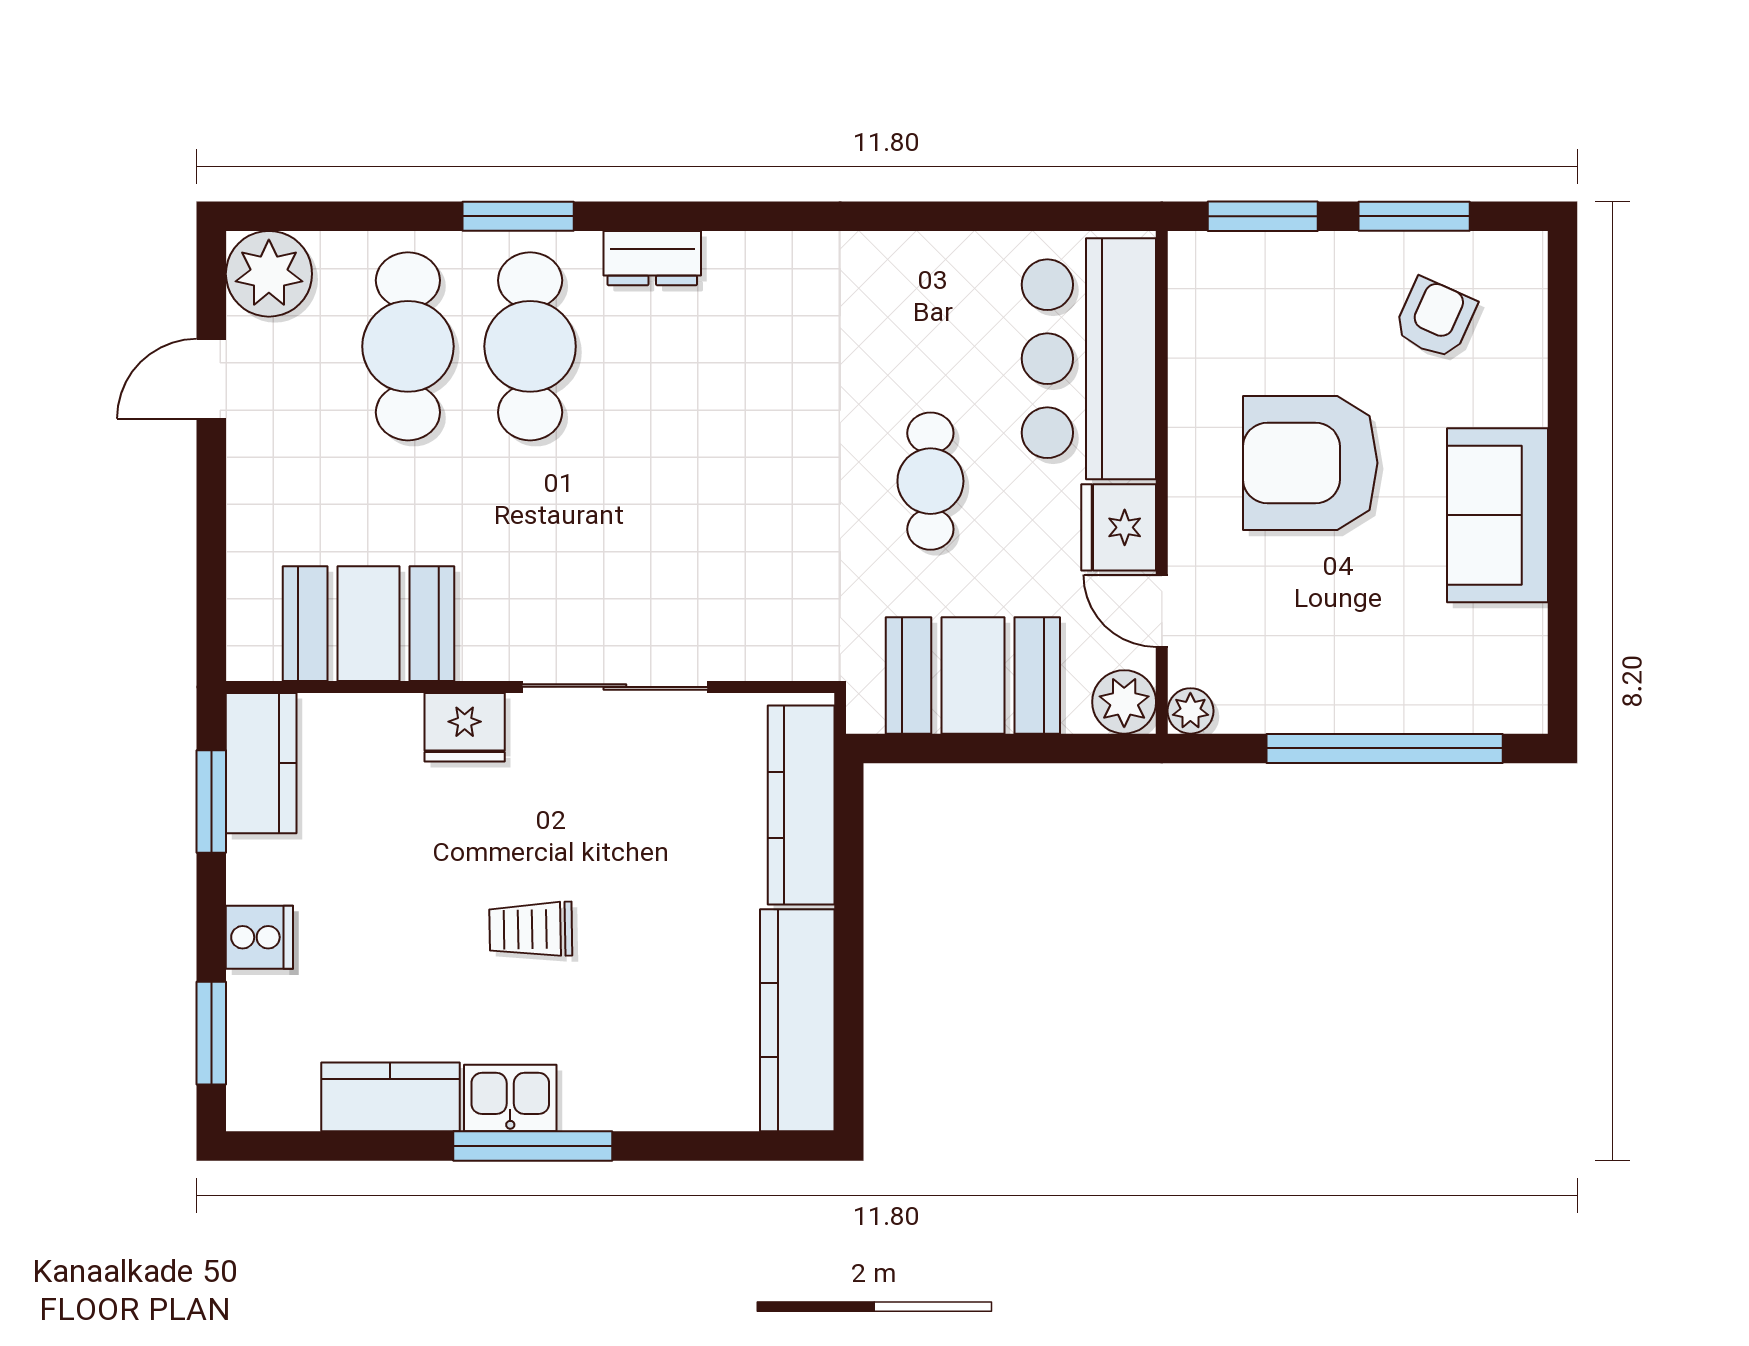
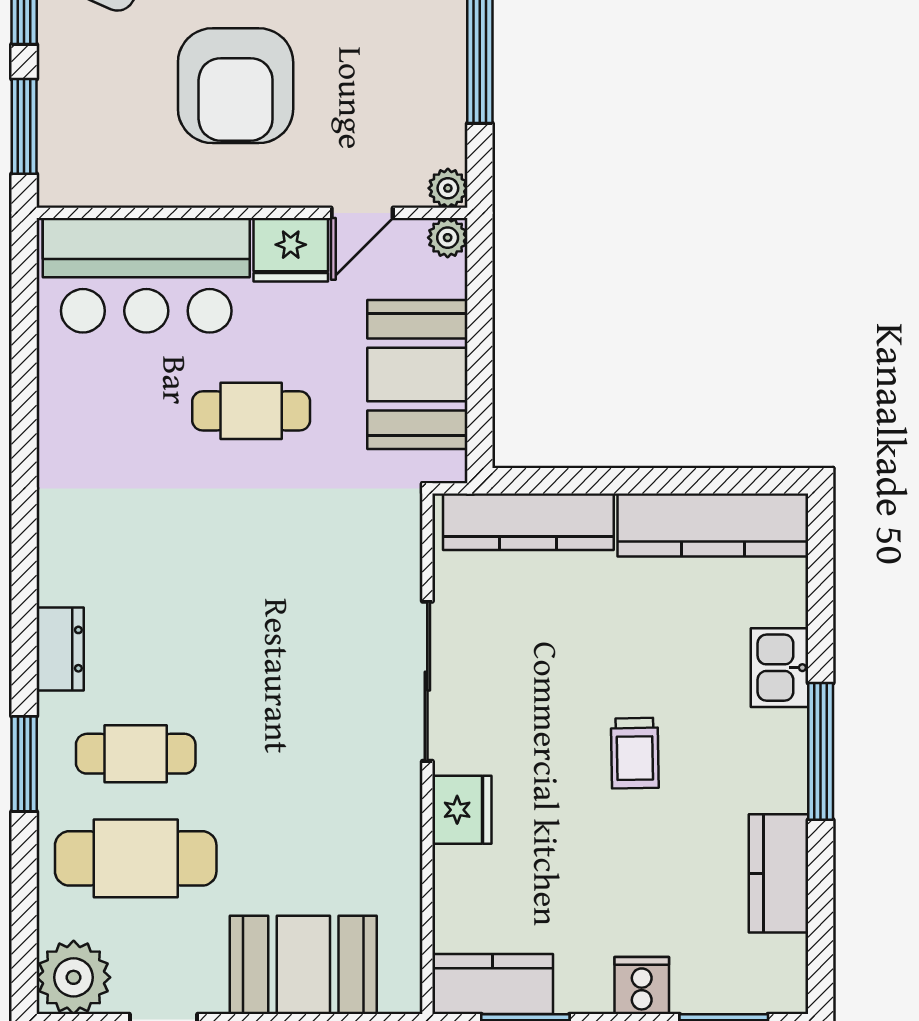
cafe table: (530, 346) -> (136, 754), width x0.73, depth x0.74
booth: (369, 624) -> (303, 965), moved, turned 90
plant: (1124, 702) -> (448, 238), width x0.73, depth x0.73
kitchen sink: (510, 1098) -> (779, 668), moved

